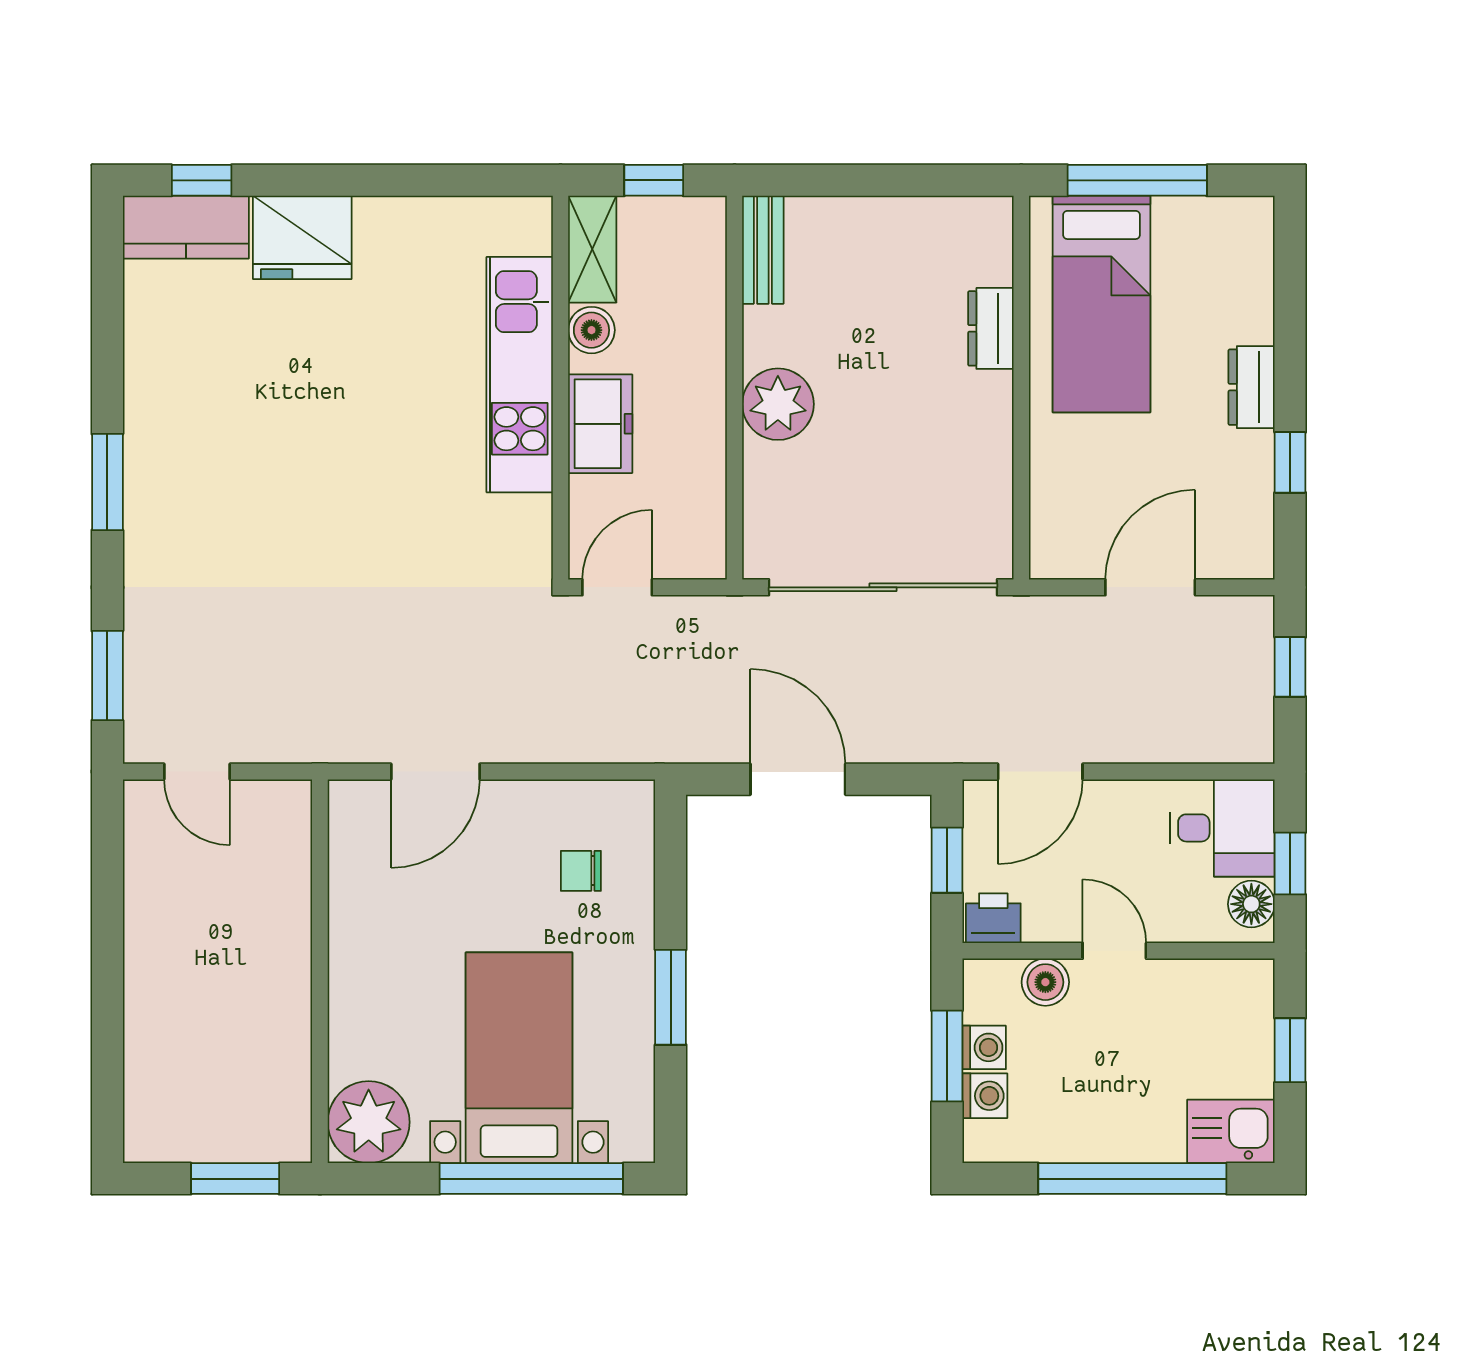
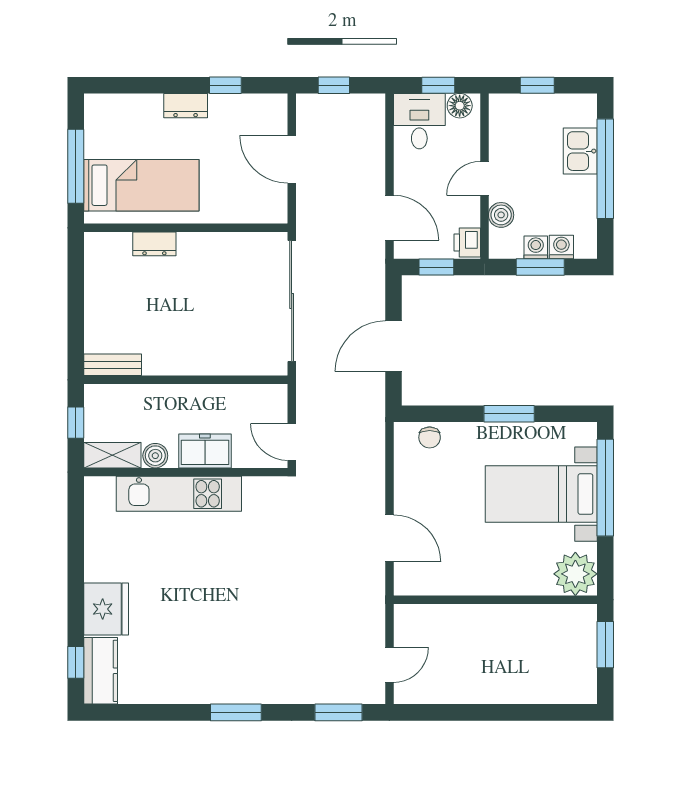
plant: (778, 404) -> (195, 357), removed
chair: (581, 871) -> (430, 437), moved
kitchen sink: (1231, 1131) -> (580, 151), moved

